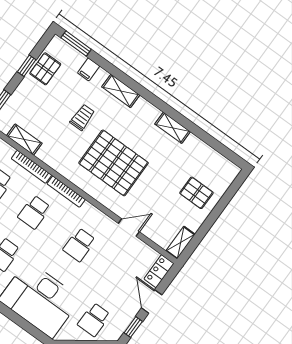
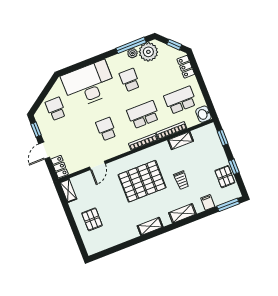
shelving: (173, 128) -> (150, 226), moved
shelving: (24, 140) -> (181, 141), moved
pallet: (196, 193) -> (92, 219), turned 90
school desk: (34, 212) -> (143, 115), width x1.85
door: (152, 301) -> (44, 151), swing flipped

